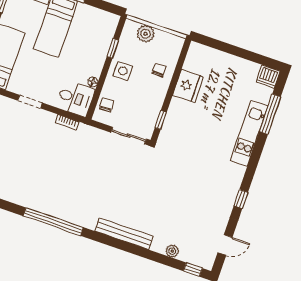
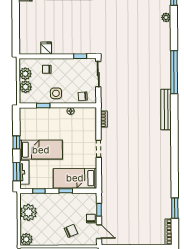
plant: (163, 40) -> (25, 74), added
fridge: (188, 86) -> (46, 48), width x0.53, depth x0.75
desk: (75, 98) -> (86, 119), removed
window: (53, 222) -> (174, 72), moved
bench: (124, 234) -> (166, 110), moved

